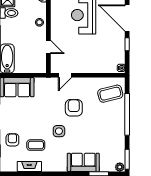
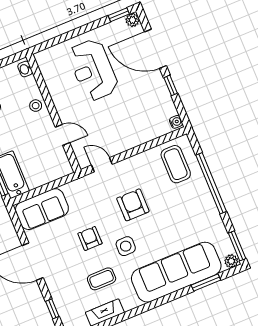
door: (65, 75) -> (102, 165), swing flipped
coffee table: (110, 94) -> (176, 164), turned -76
armchair: (12, 140) -> (90, 238), moved
sofa: (83, 162) -> (176, 272), width x1.85, depth x1.27

